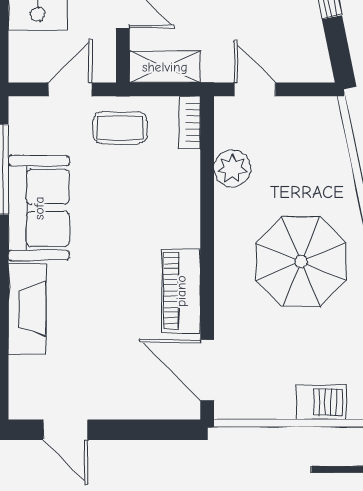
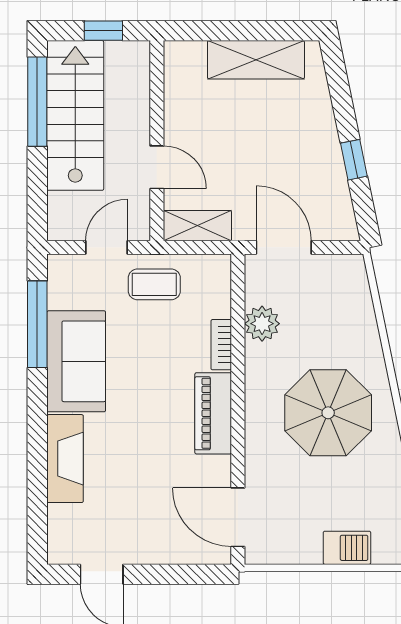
door: (255, 89) -> (284, 247), width x1.38
bookcase: (190, 123) -> (221, 345), moved
piano: (181, 291) -> (213, 413), moved

